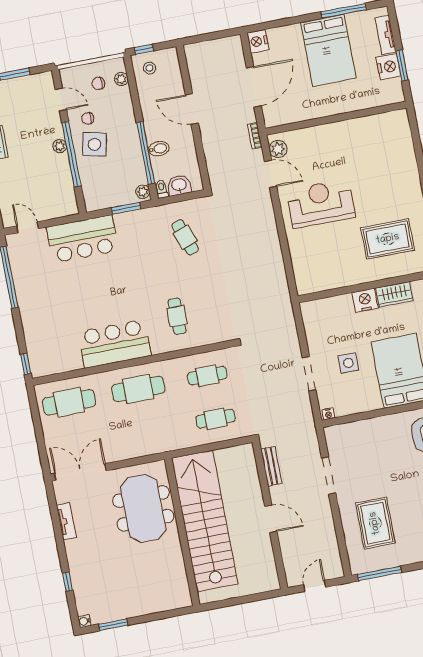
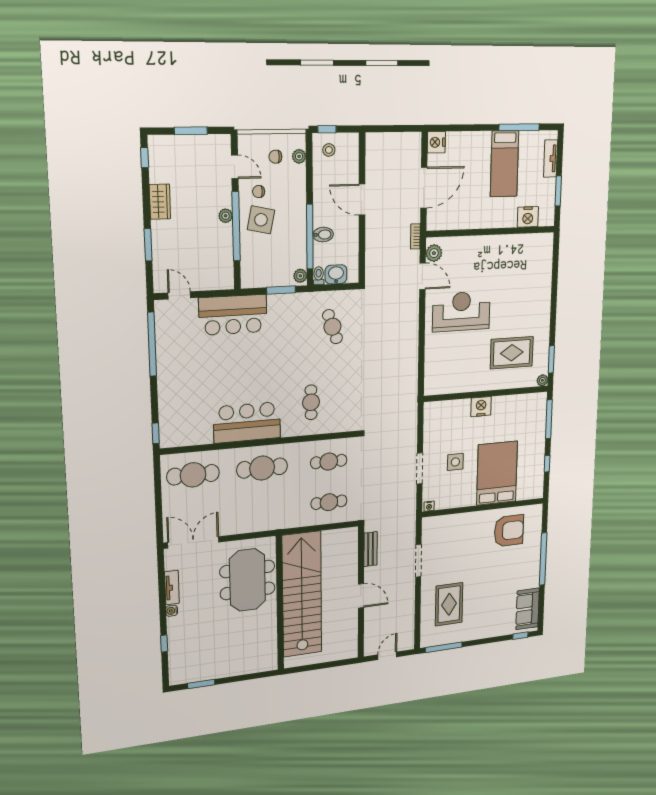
bed: (328, 50) -> (504, 164), width x0.67
nightstand: (388, 67) -> (528, 217), moved, turned 90
wardrobe: (394, 294) -> (507, 404), removed
water cooler: (84, 621) -> (172, 611), moved

